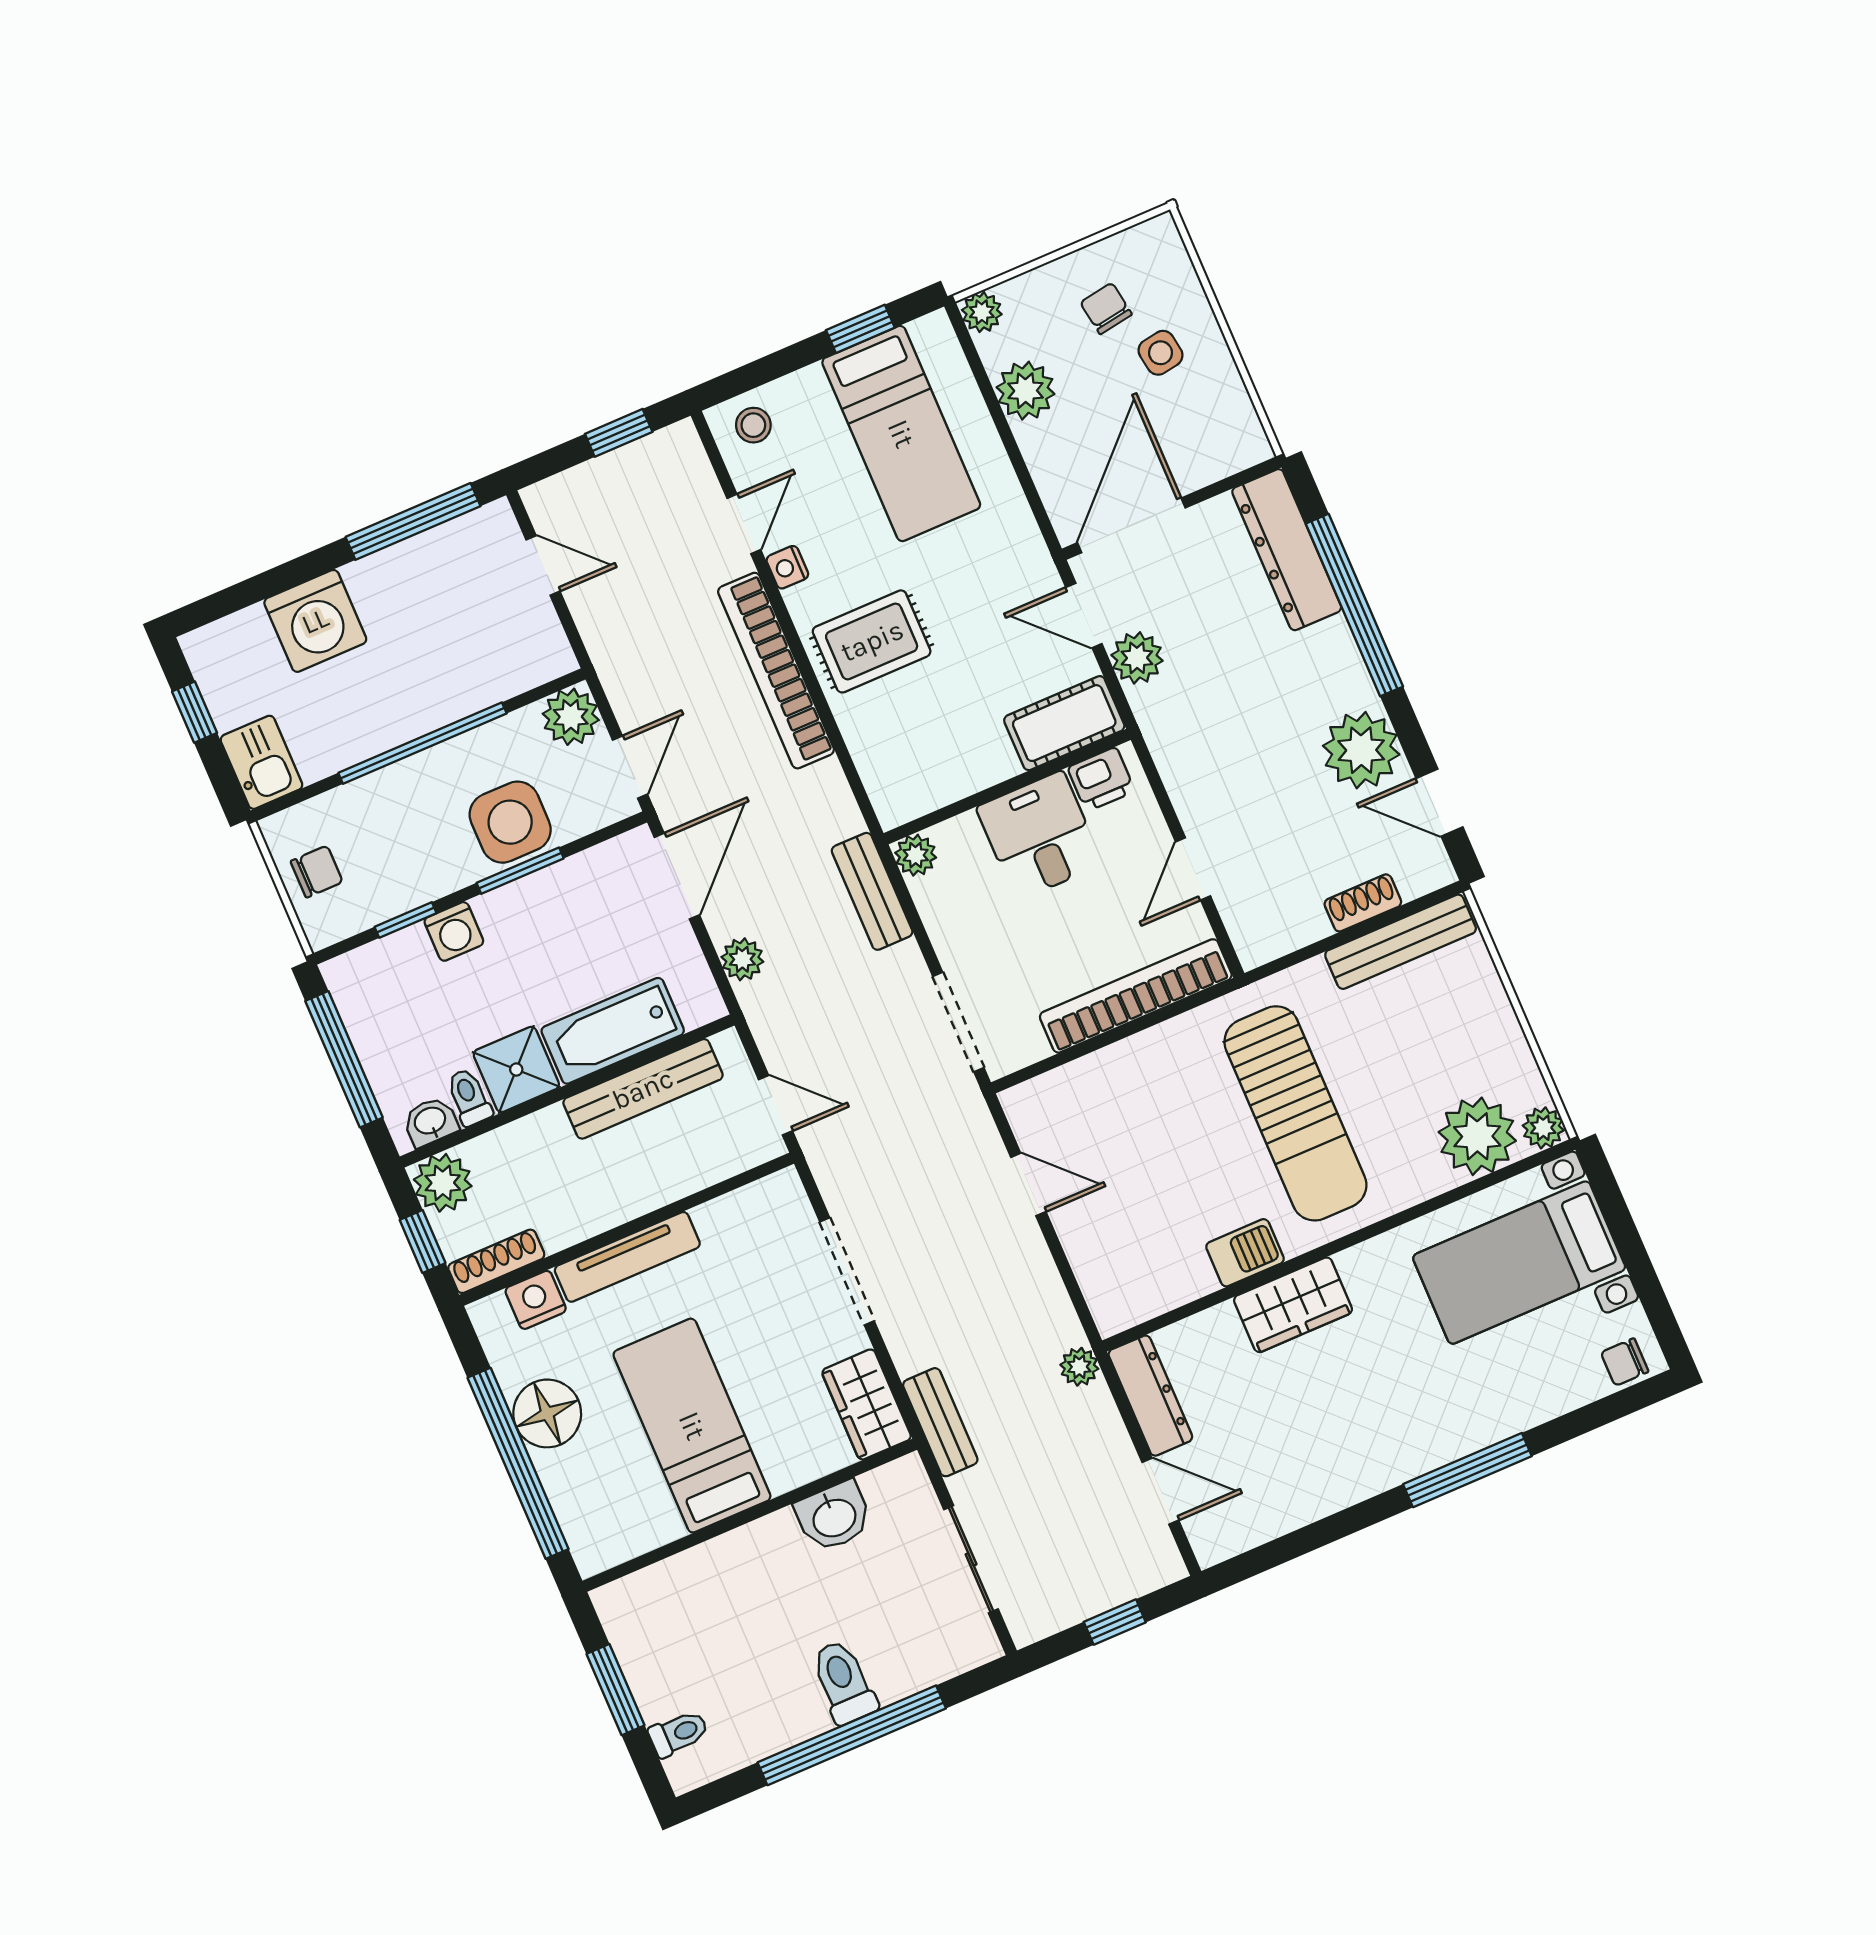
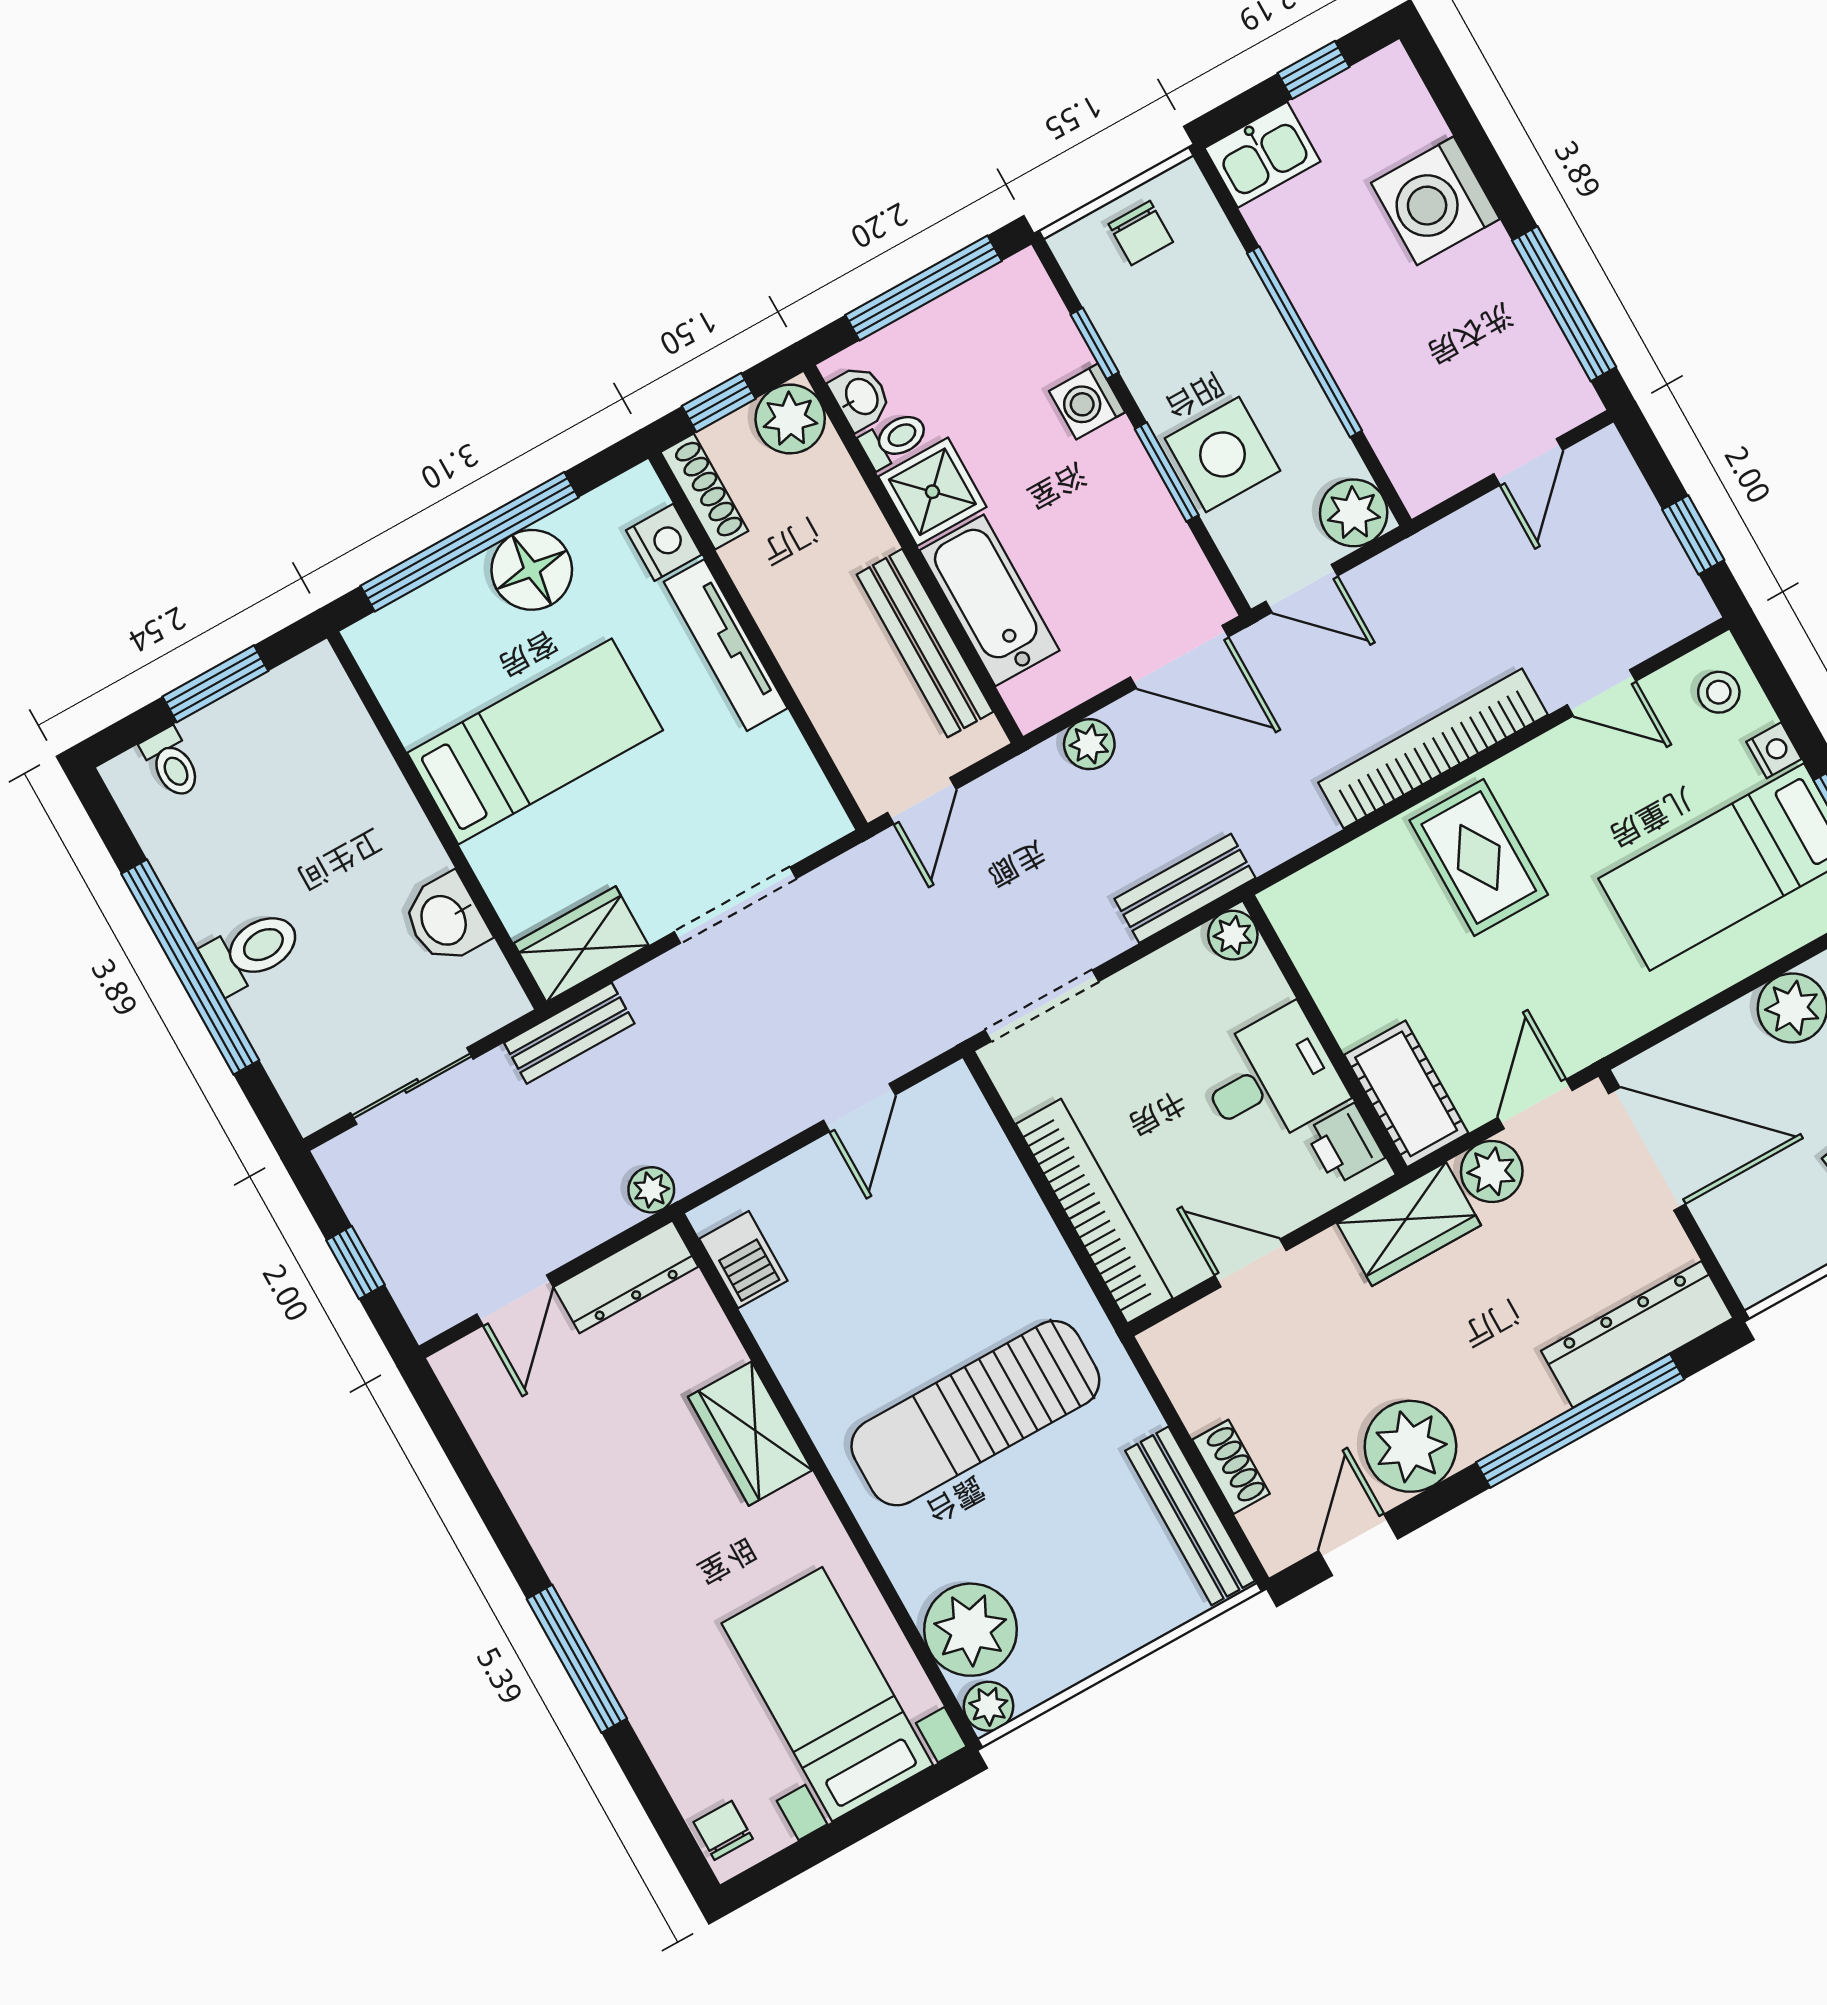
nightstand: (787, 567) -> (1774, 750), moved, turned 90
wardrobe: (1174, 732) -> (1409, 1224), added
barbecue: (1245, 1253) -> (743, 1260), moved

